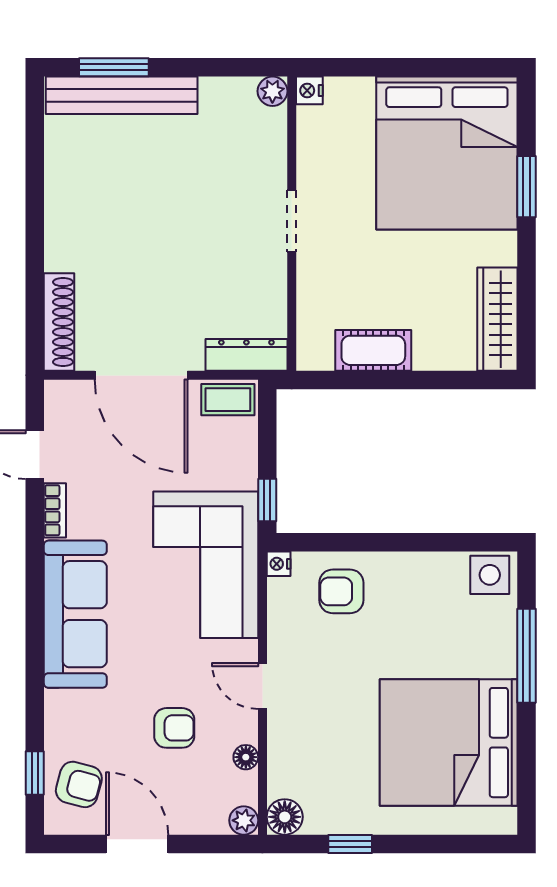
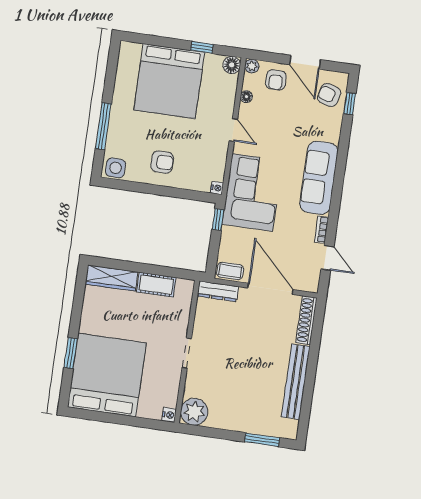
plant: (272, 91) -> (194, 412), width x1.87, depth x1.87
bench: (122, 95) -> (296, 382), moved, turned 90
wardrobe: (497, 319) -> (112, 278), moved, turned 90
armchair: (341, 591) -> (162, 162), moved
armchair: (174, 728) -> (276, 80), moved, turned -90
bed: (449, 743) -> (169, 81), moved, turned 90

